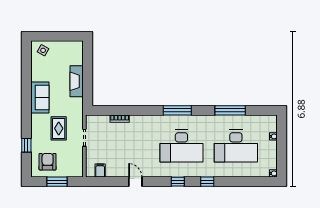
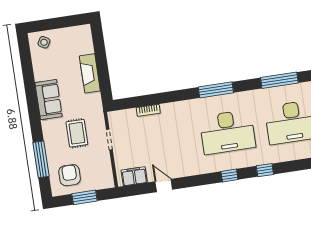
window: (26, 145) -> (41, 159), width x2.17
filing cabinet: (100, 171) -> (134, 176), width x2.00
door: (135, 182) -> (164, 185), moved

